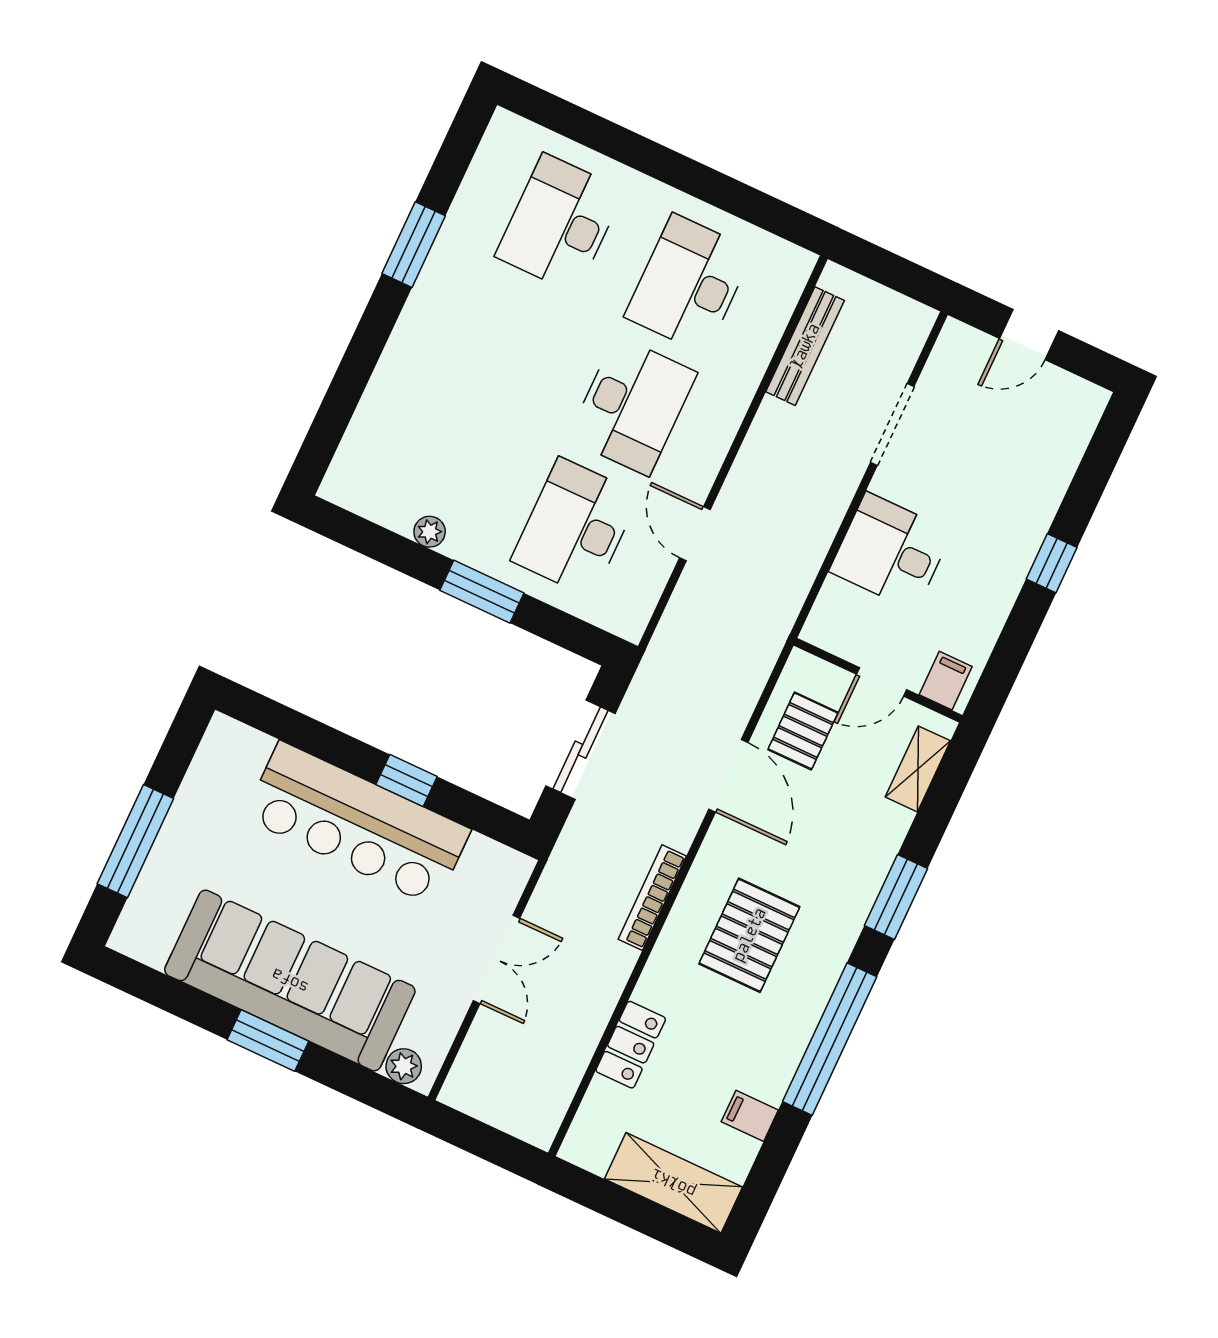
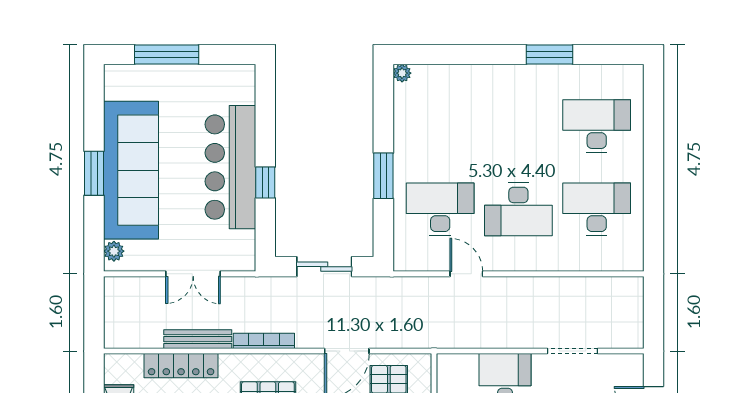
bench: (805, 346) -> (198, 339), moved
plant: (430, 532) -> (402, 73), moved
door: (695, 534) -> (466, 274), hinge flipped
locker: (631, 1045) -> (181, 366), width x1.53

